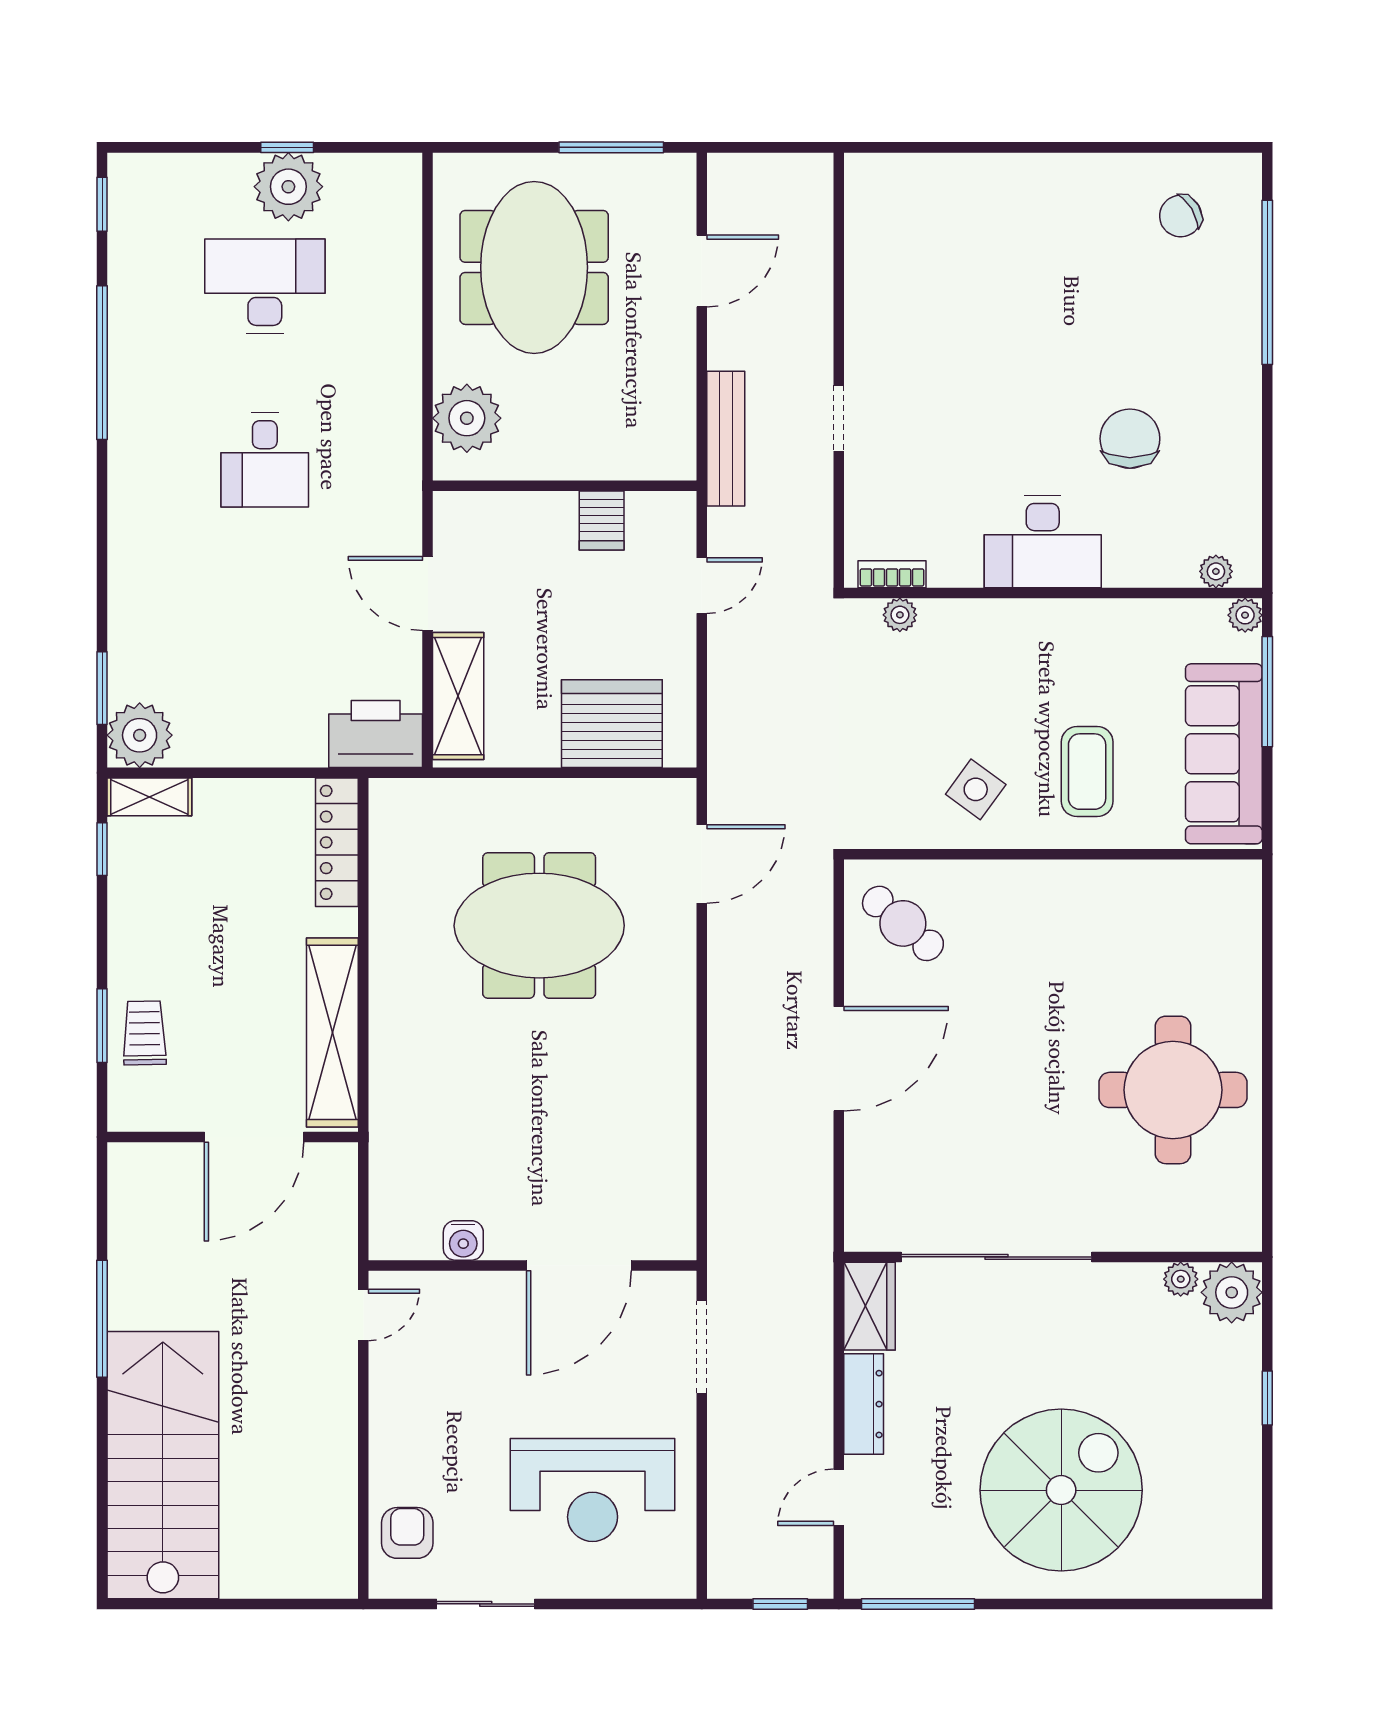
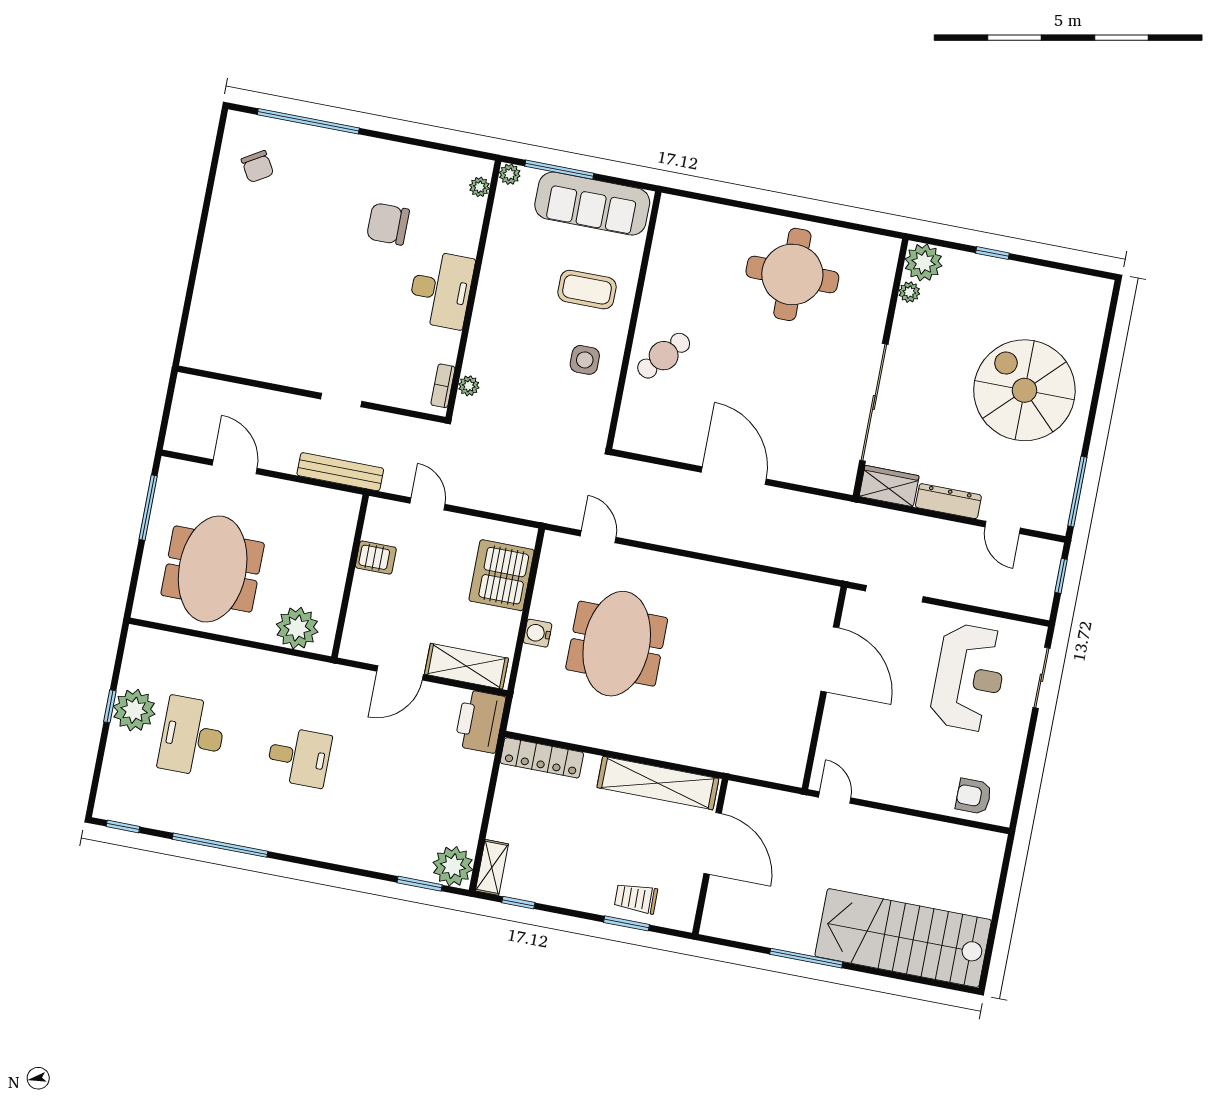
meeting table: (534, 267) -> (213, 569), turned 90
side table: (976, 789) -> (585, 360), turned -36
door: (702, 864) -> (598, 537), width x0.73
cafe table: (903, 923) -> (664, 356), moved
water cooler: (463, 1240) -> (538, 633), moved, turned 180
sliding door: (486, 1604) -> (1041, 678), moved

